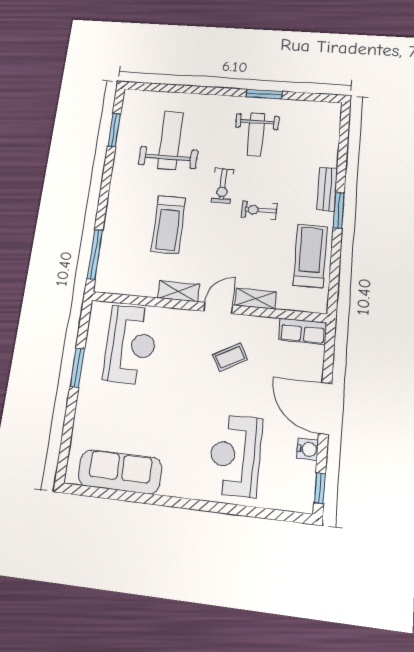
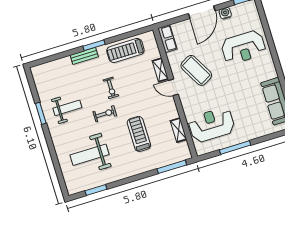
treadmill: (168, 225) -> (139, 134), turned -90
shelving: (179, 291) -> (179, 130), moved
coffee table: (230, 357) -> (196, 70), width x1.86, depth x1.72
window: (77, 368) -> (235, 147), width x1.44

